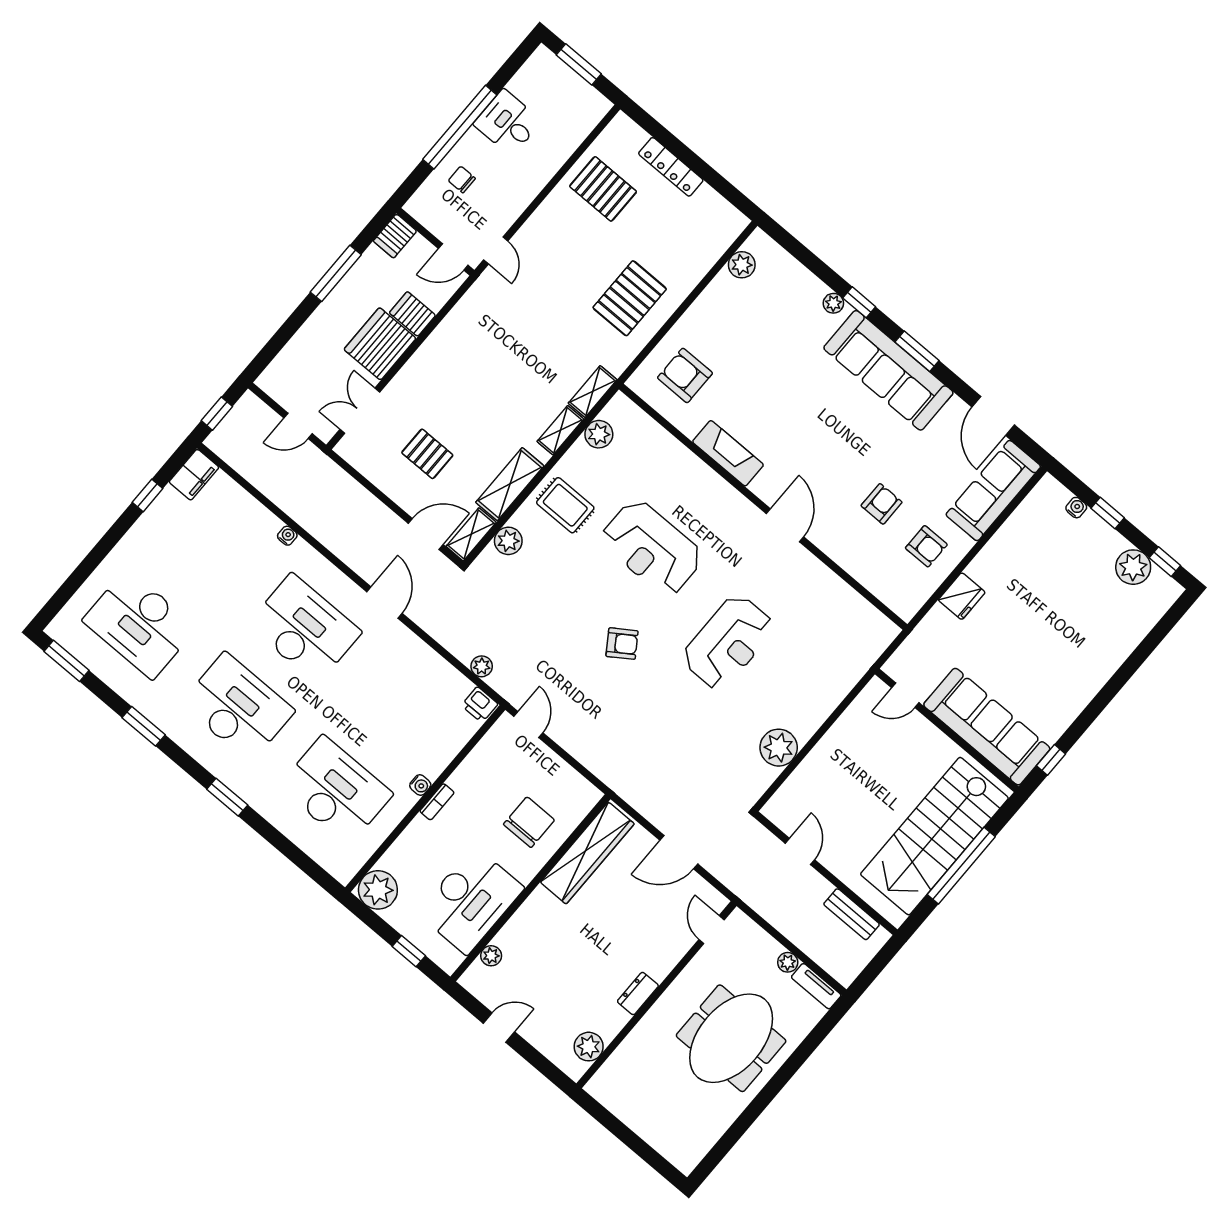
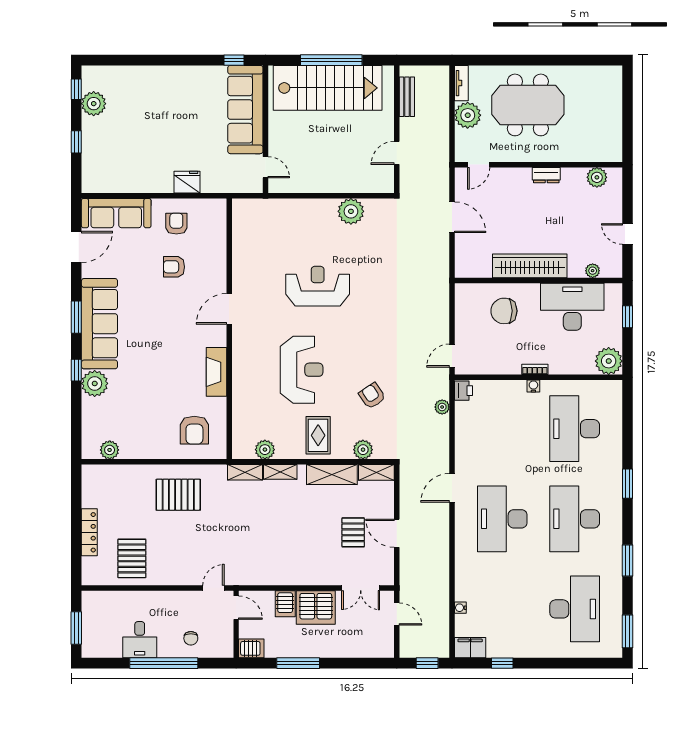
plant: (833, 303) -> (95, 383), width x1.88, depth x1.88
water cooler: (1076, 508) -> (88, 161), removed
door: (426, 534) -> (397, 533), moved
water cooler: (287, 536) -> (460, 608), moved
armchair: (622, 644) -> (372, 396), moved
wardrobe: (587, 853) -> (530, 266), moved
plant: (788, 962) -> (468, 115), width x1.88, depth x1.88

